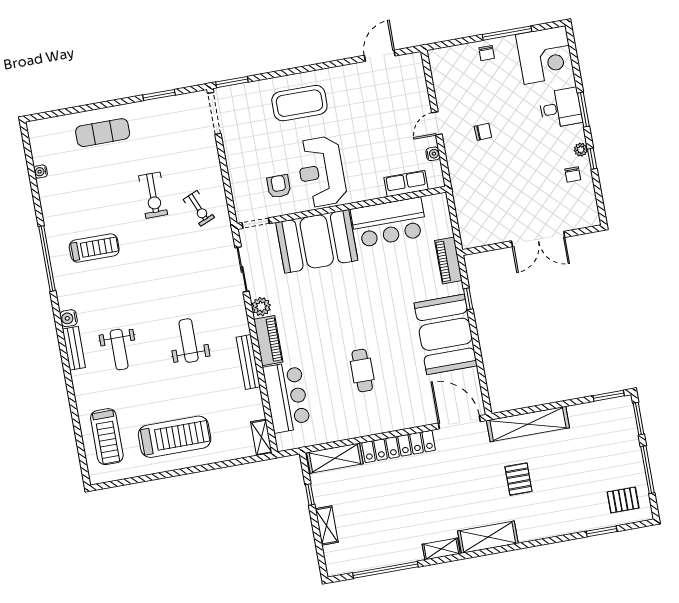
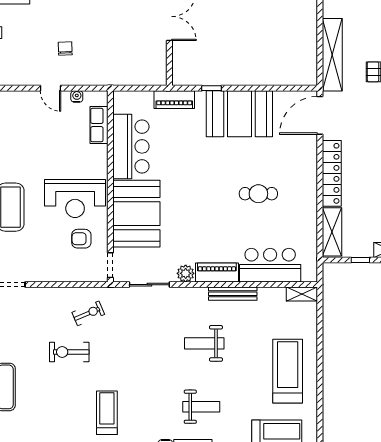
exercise bike: (153, 195) -> (69, 352), turned 180

